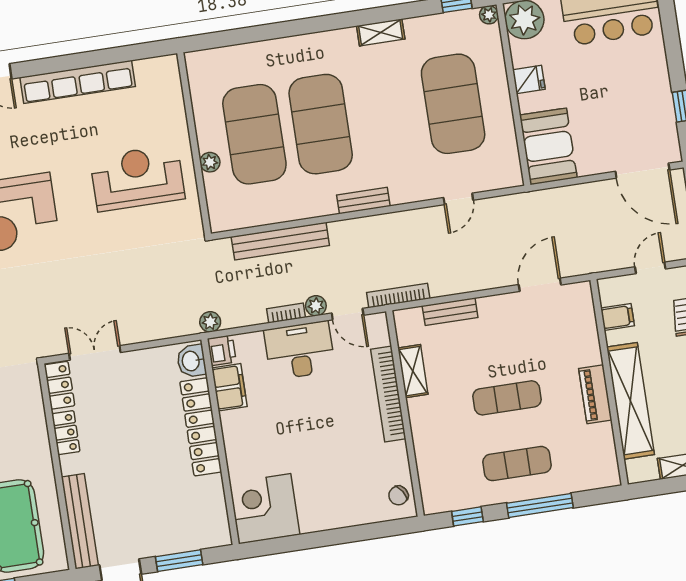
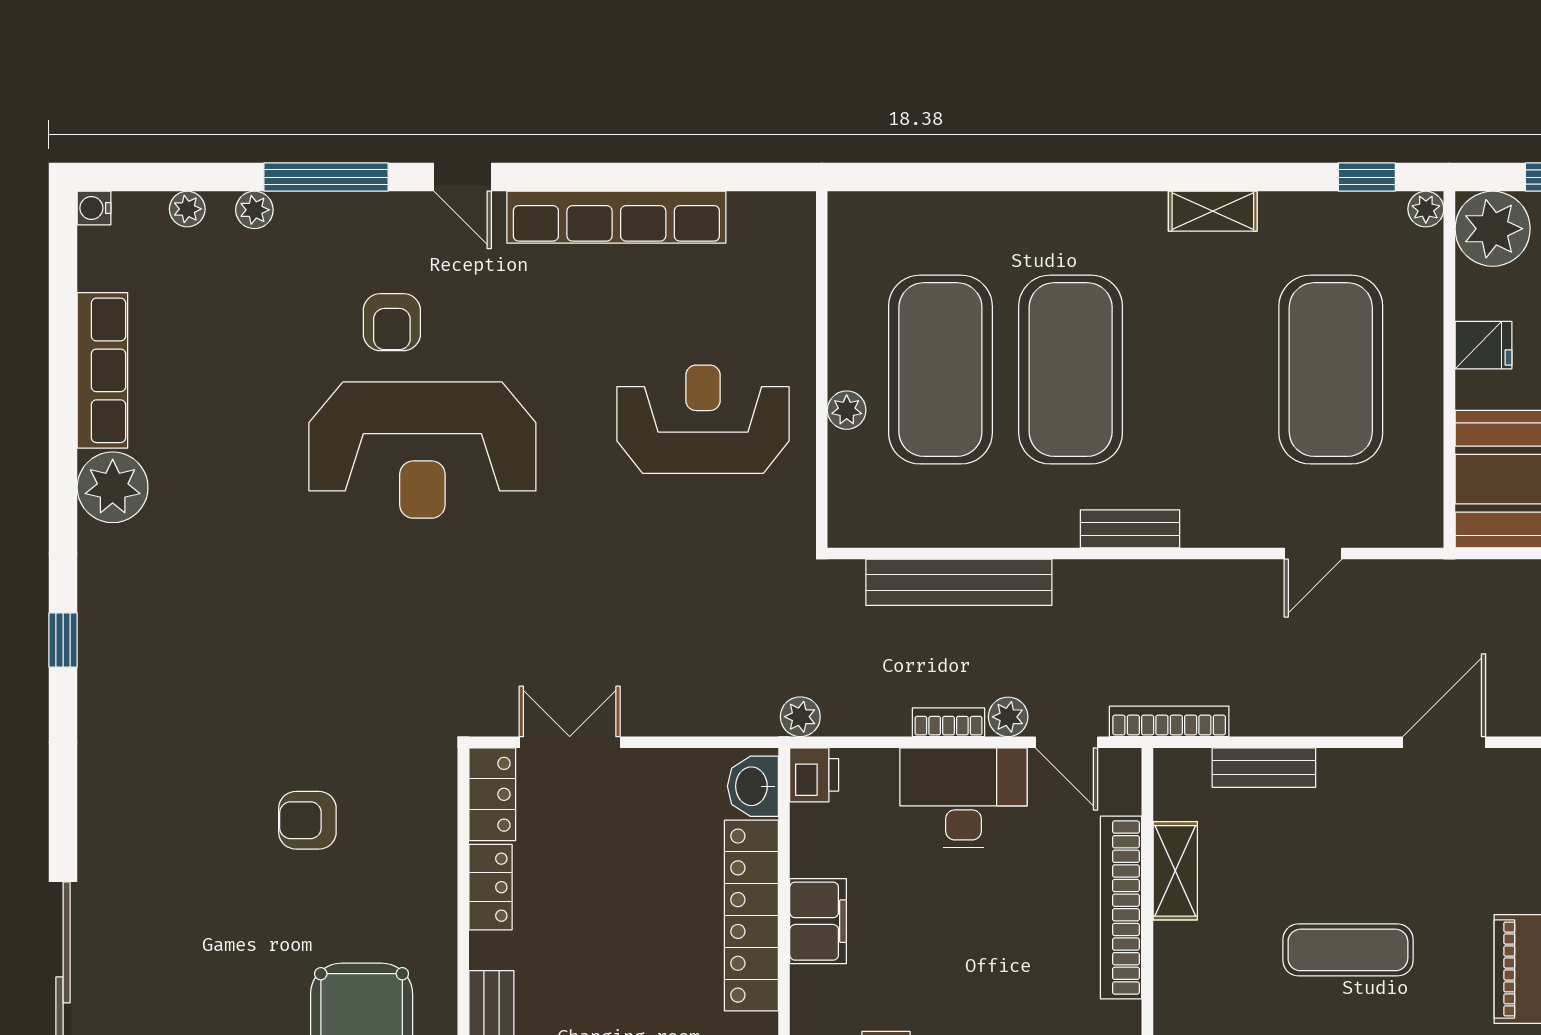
filing cabinet: (229, 387) -> (818, 921), moved

